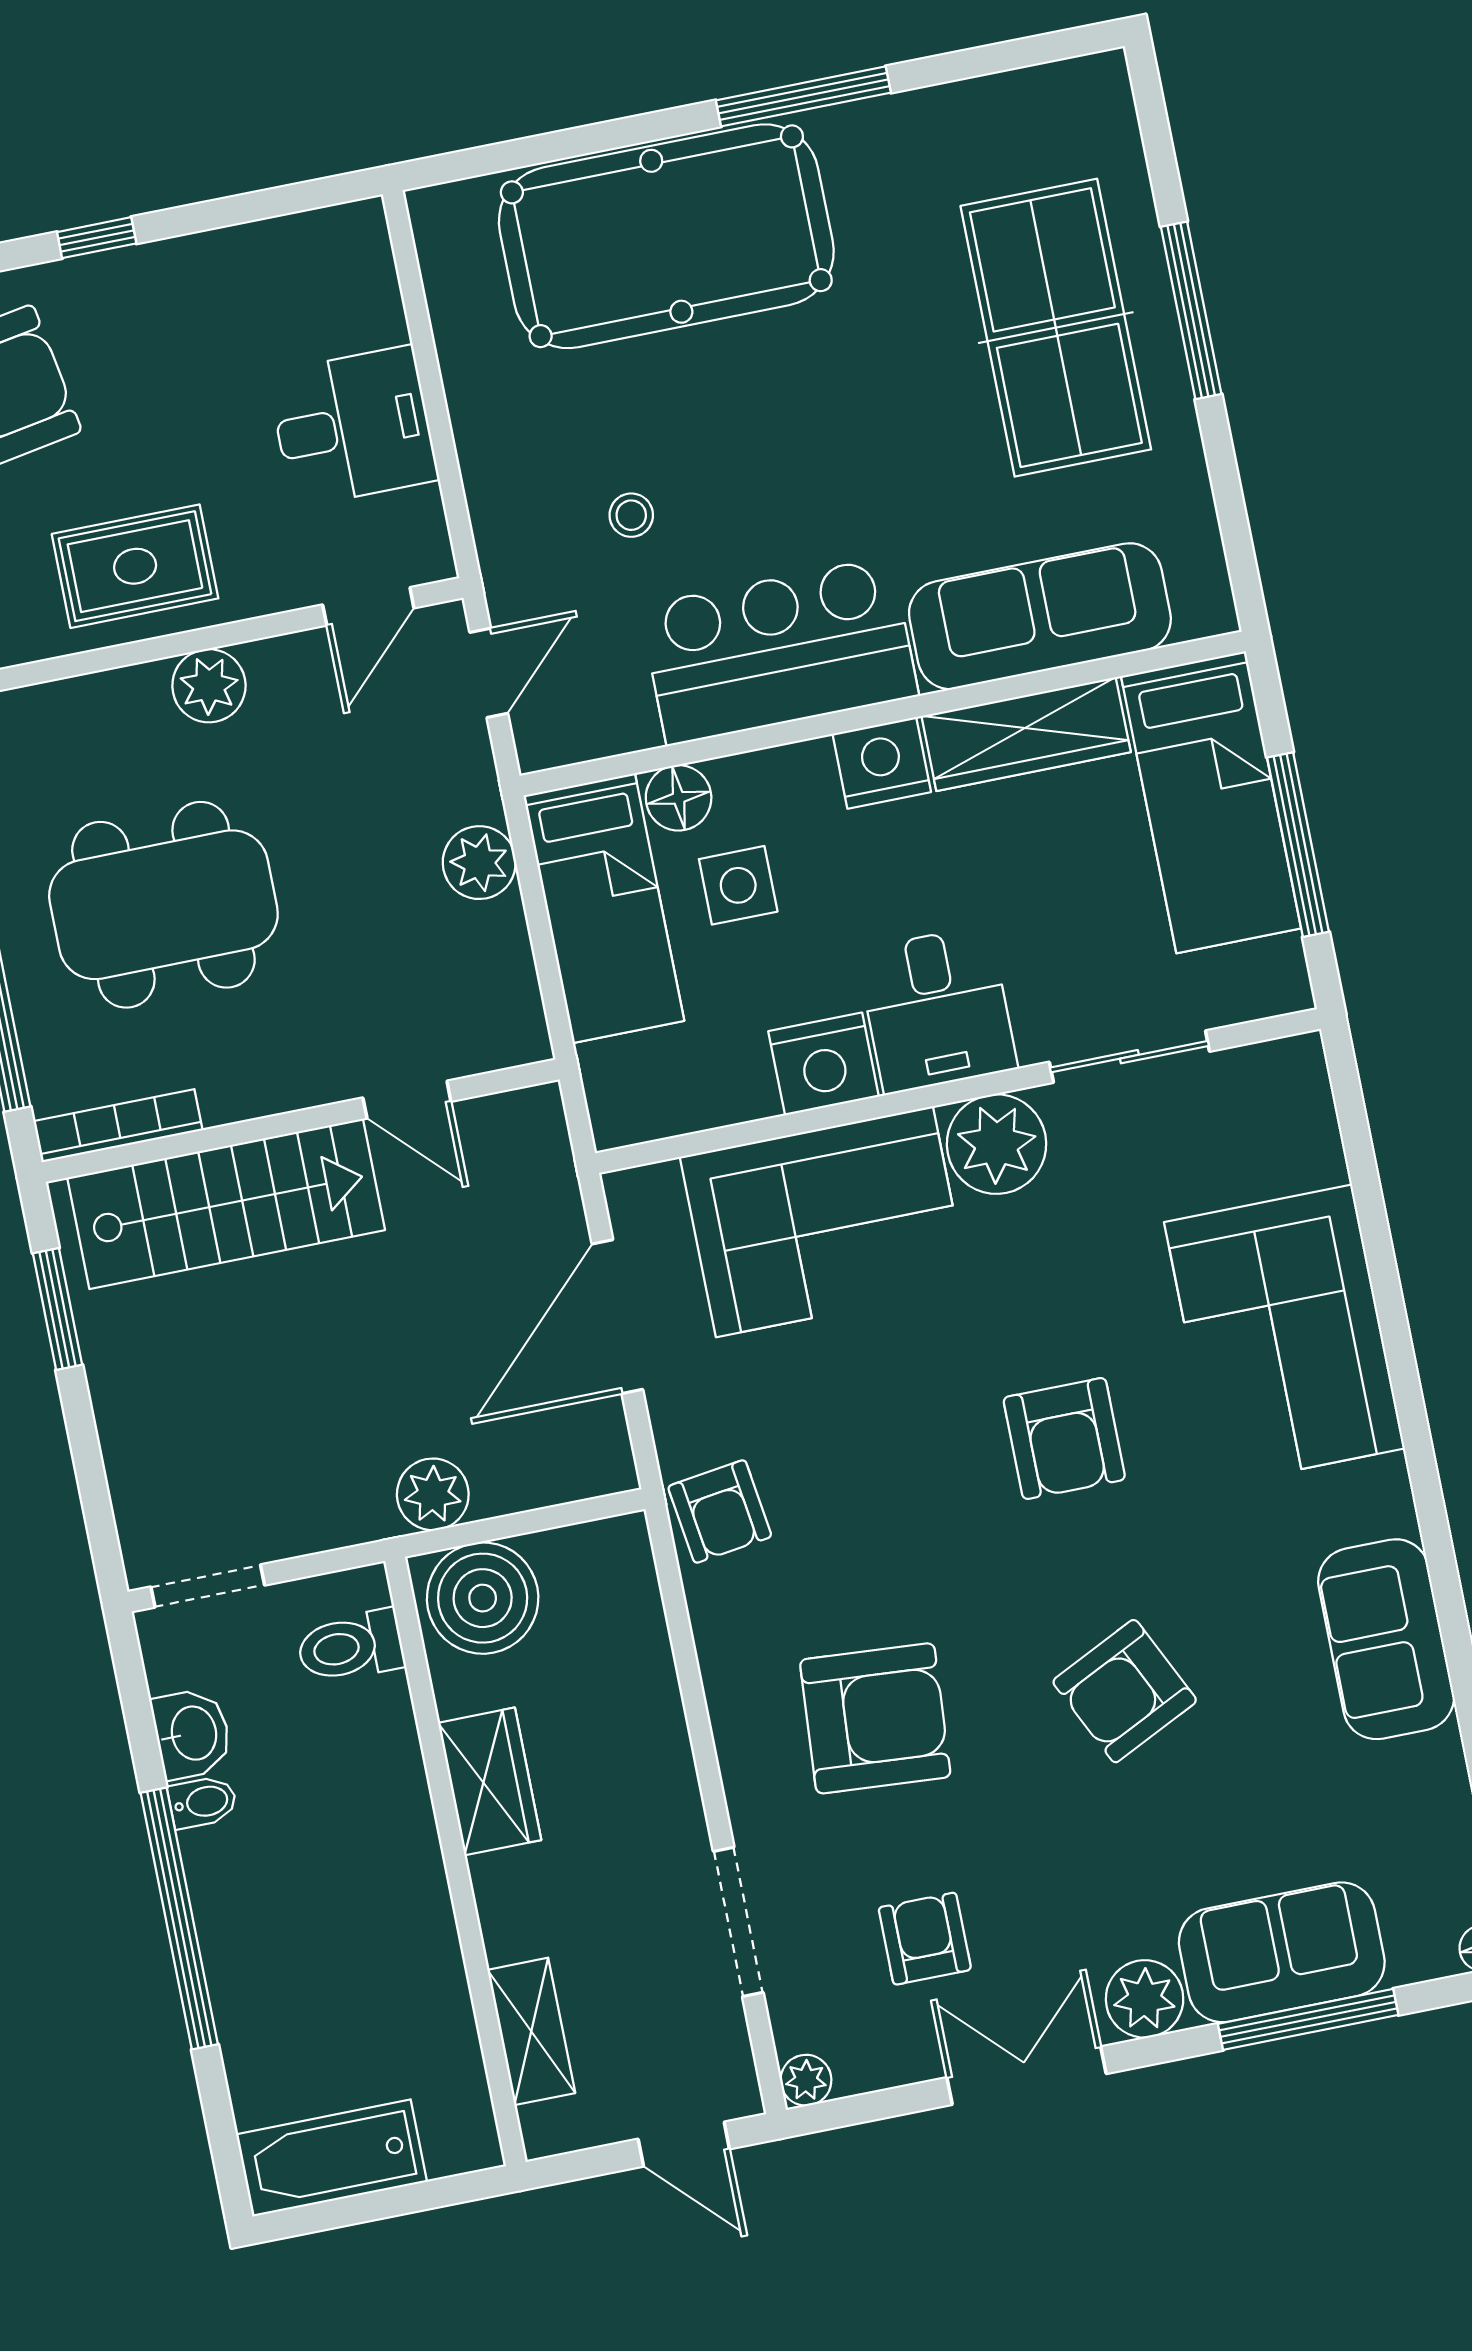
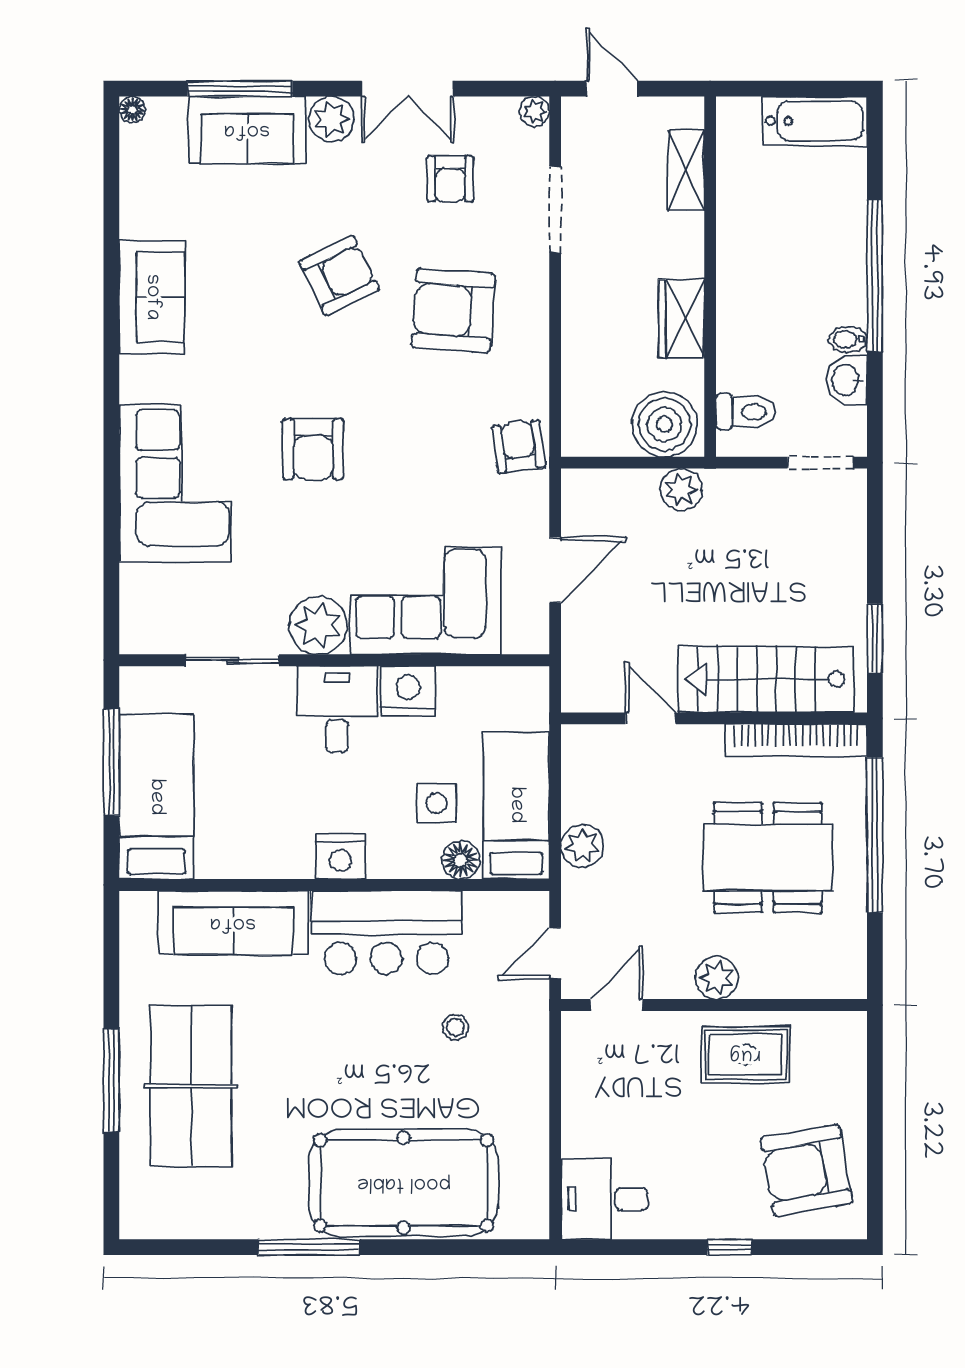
desk: (353, 427) -> (605, 1199), moved
wardrobe: (1026, 734) -> (255, 857), removed
bookcase: (118, 1126) -> (796, 740), width x1.48, depth x1.31
door: (617, 1317) -> (555, 570), width x0.73
armchair: (1064, 1439) -> (313, 449), turned 180
armchair: (1125, 1691) -> (339, 275), moved

